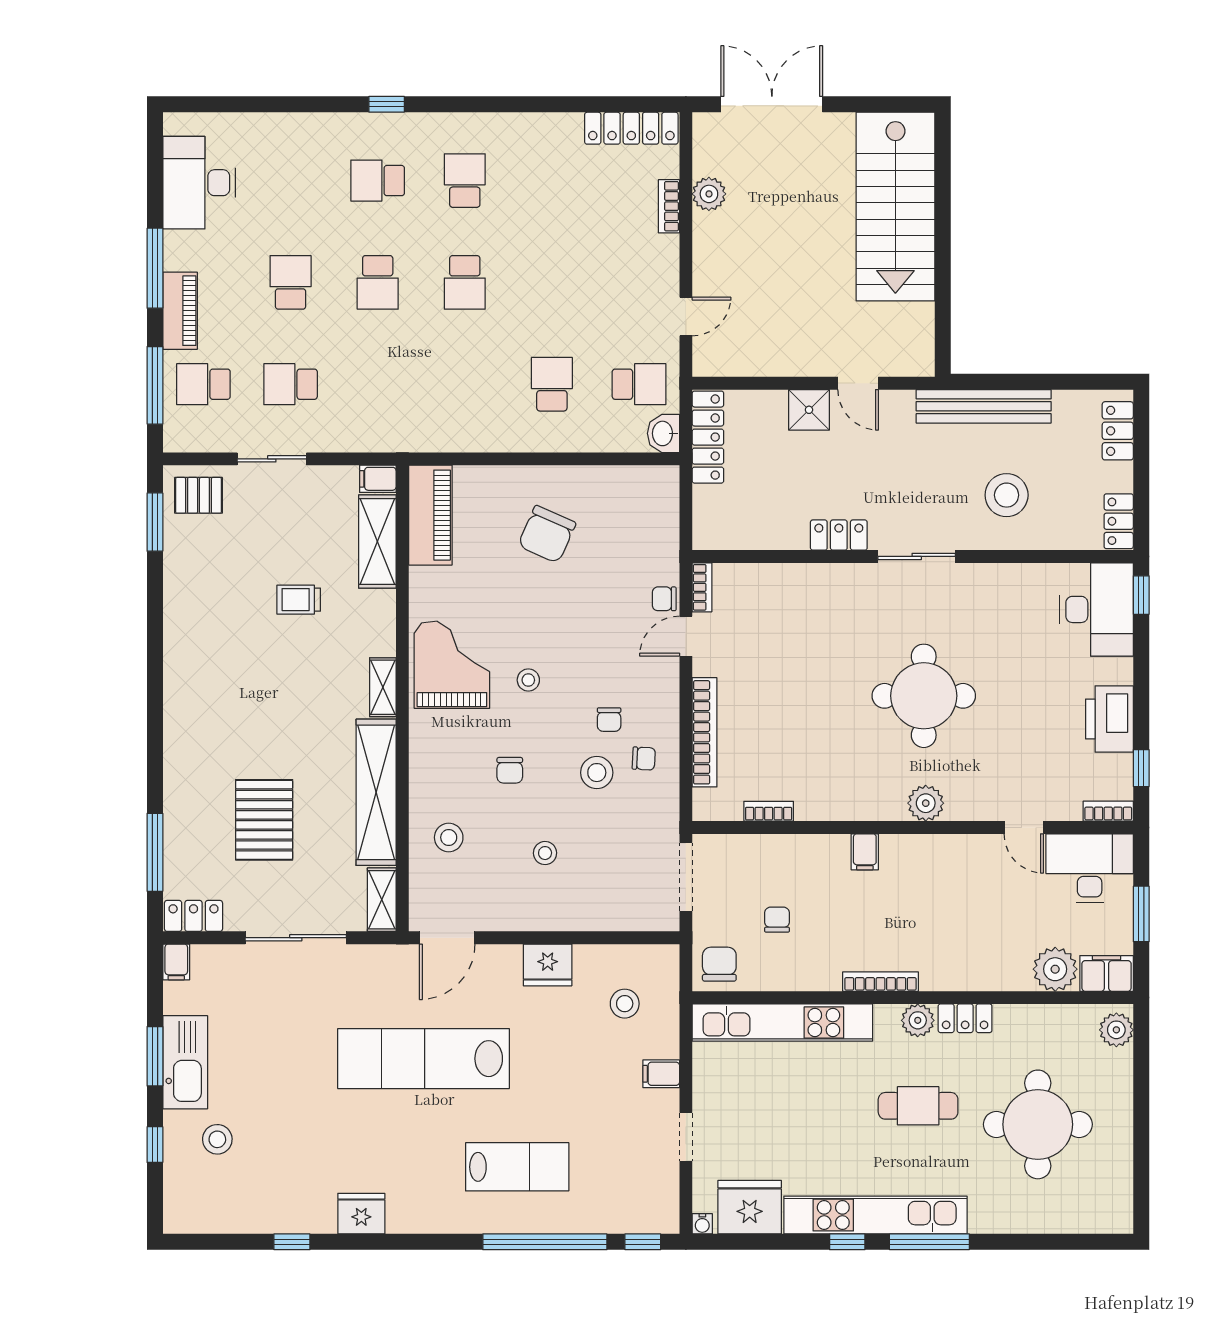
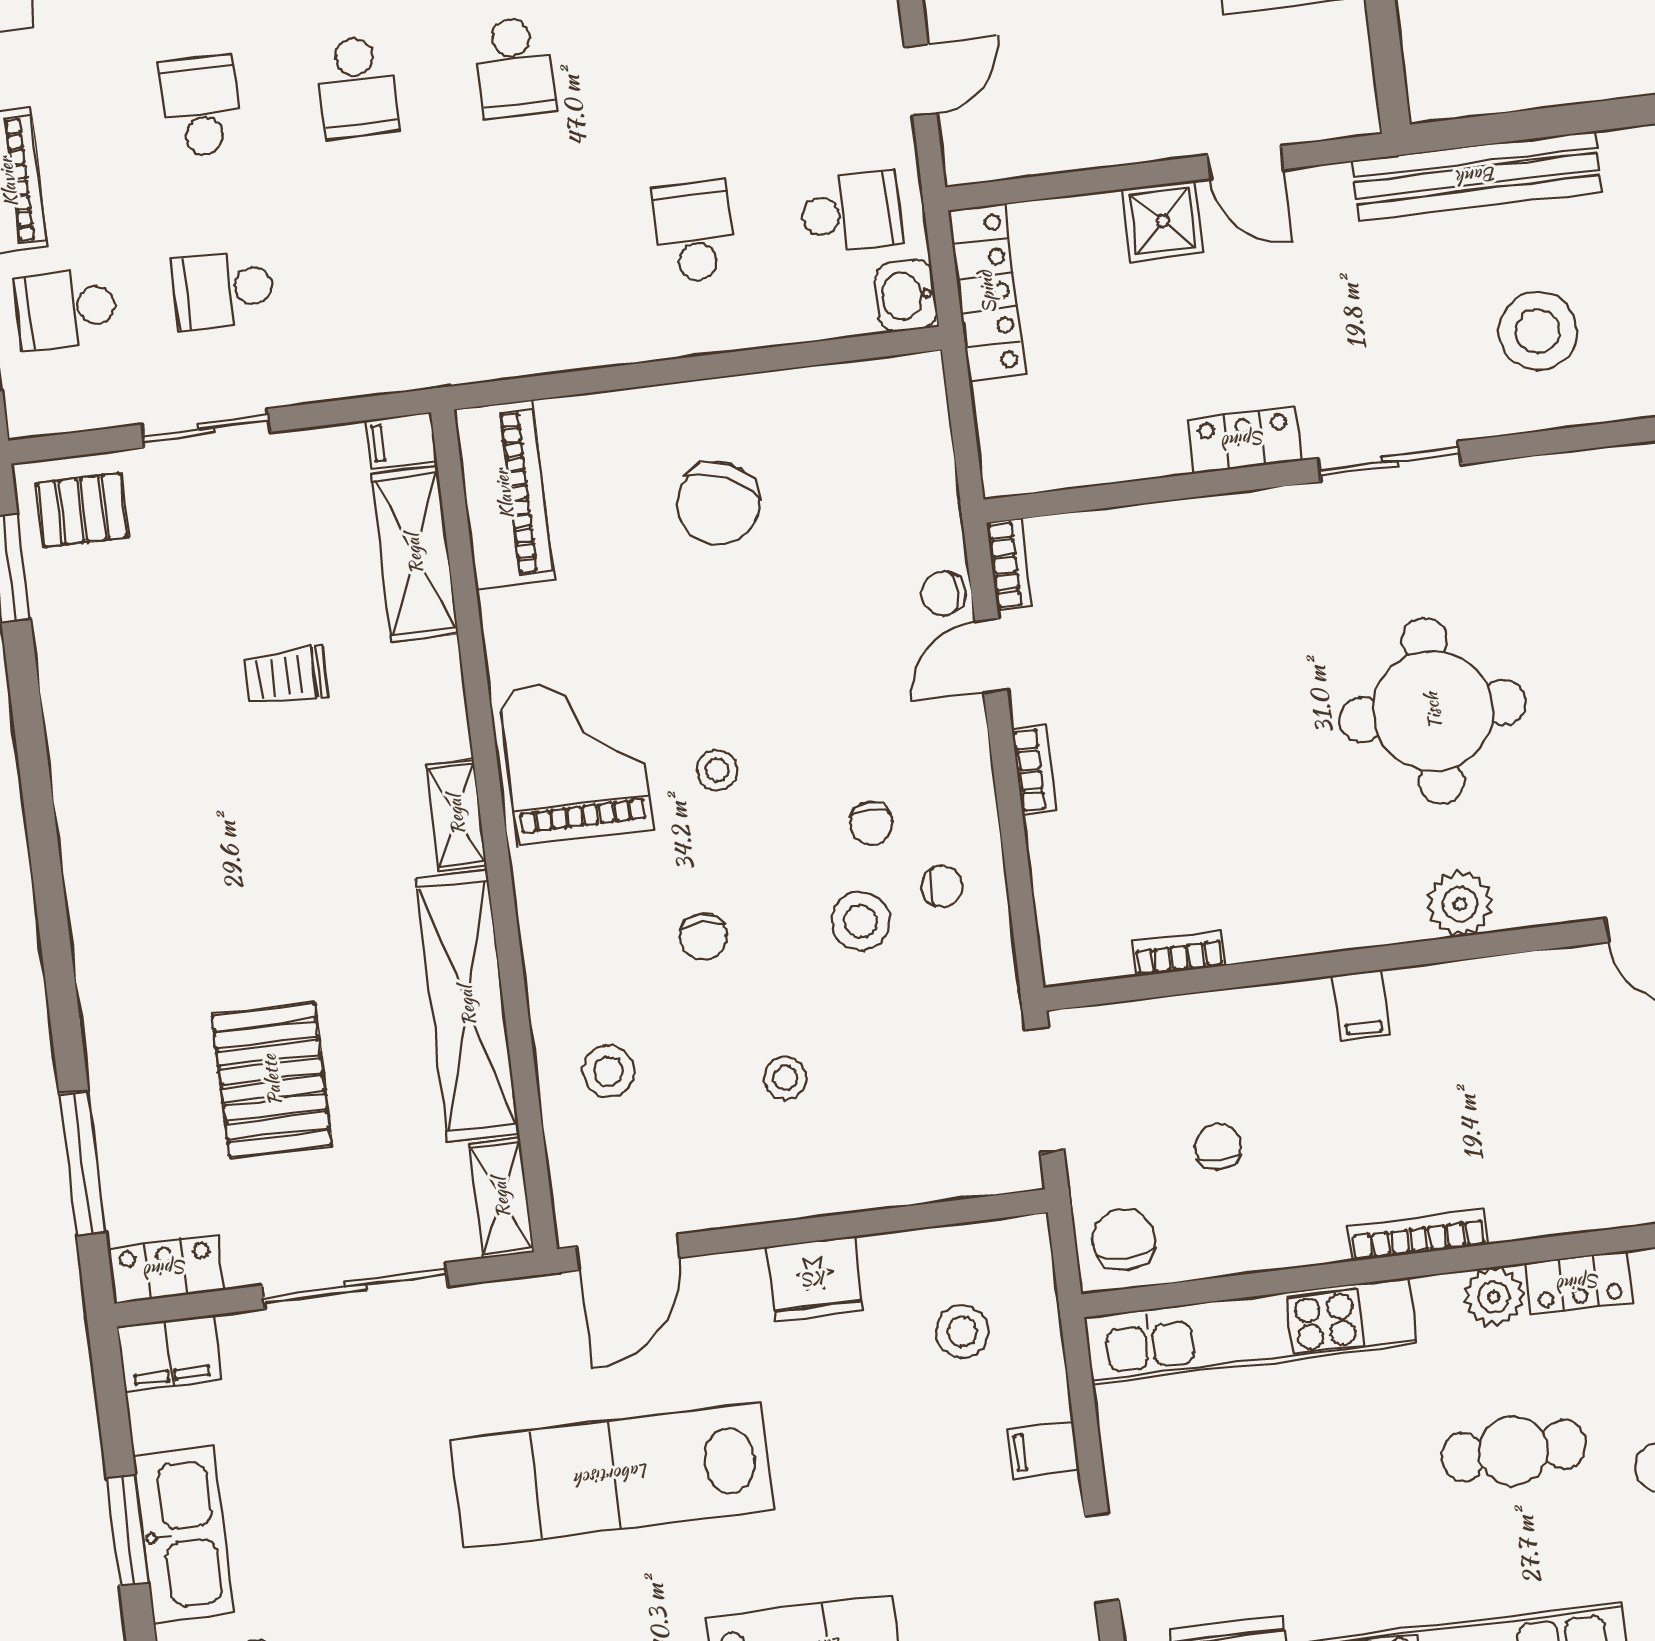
bookcase: (705, 732) -> (1034, 770), width x0.43, depth x0.76
filing cabinet: (176, 962) -> (169, 1353), width x2.00

